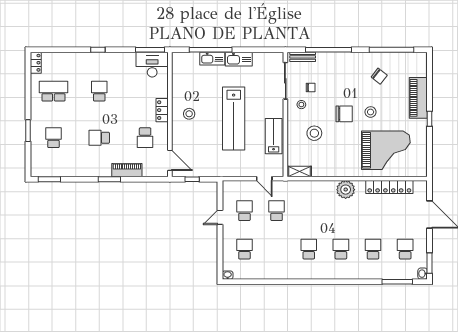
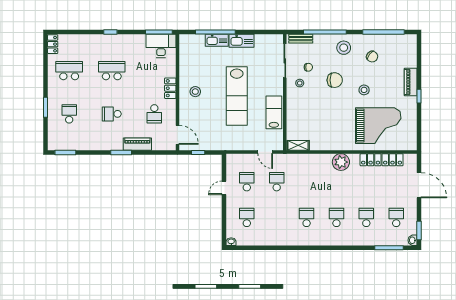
school desk: (99, 91) -> (112, 71), width x1.85
piano: (418, 98) -> (411, 82), width x0.73, depth x0.75
chair: (344, 114) -> (335, 80), moved
stool: (314, 133) -> (344, 48), moved

